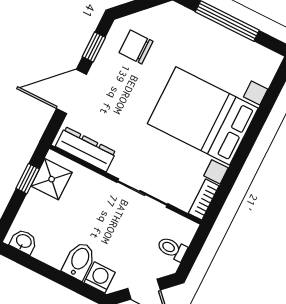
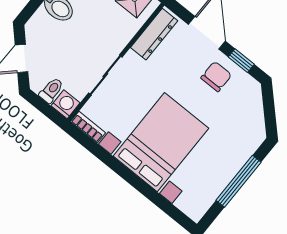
chair: (136, 47) -> (216, 76), moved
washing machine: (100, 277) -> (66, 104), moved, turned -90

